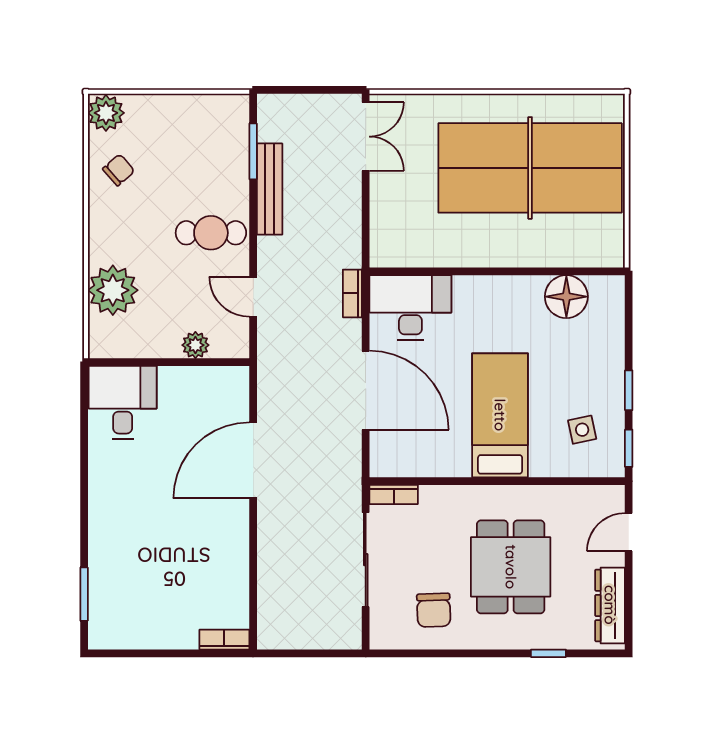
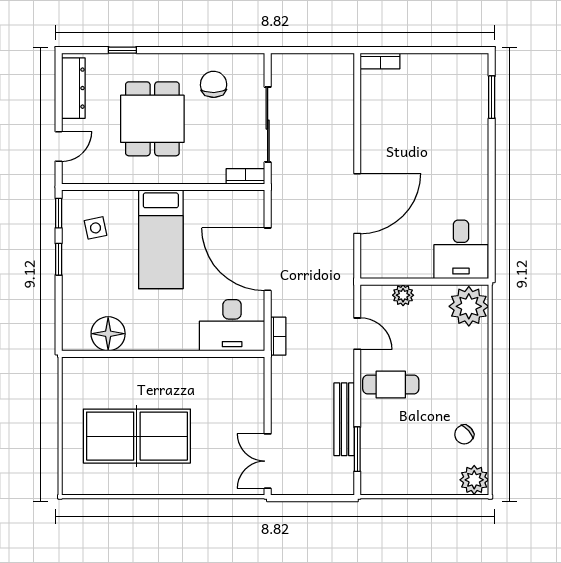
table tennis table: (530, 168) -> (137, 436), width x0.73, depth x0.76
plant: (113, 290) -> (469, 306), moved

